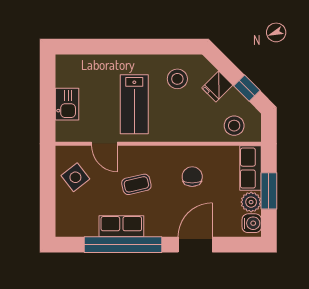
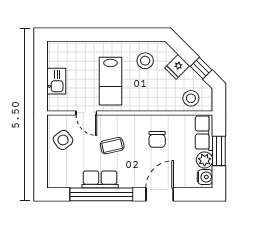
chair: (192, 177) -> (157, 139), turned 180

